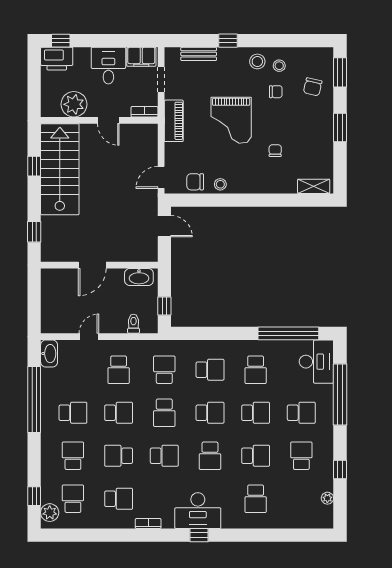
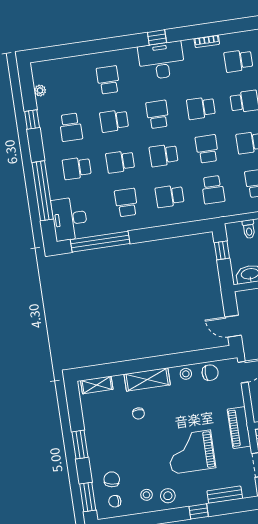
chair: (276, 92) -> (115, 501), moved
grand piano: (231, 120) -> (191, 452), moved, turned -90
shelving: (261, 184) -> (147, 379), added

